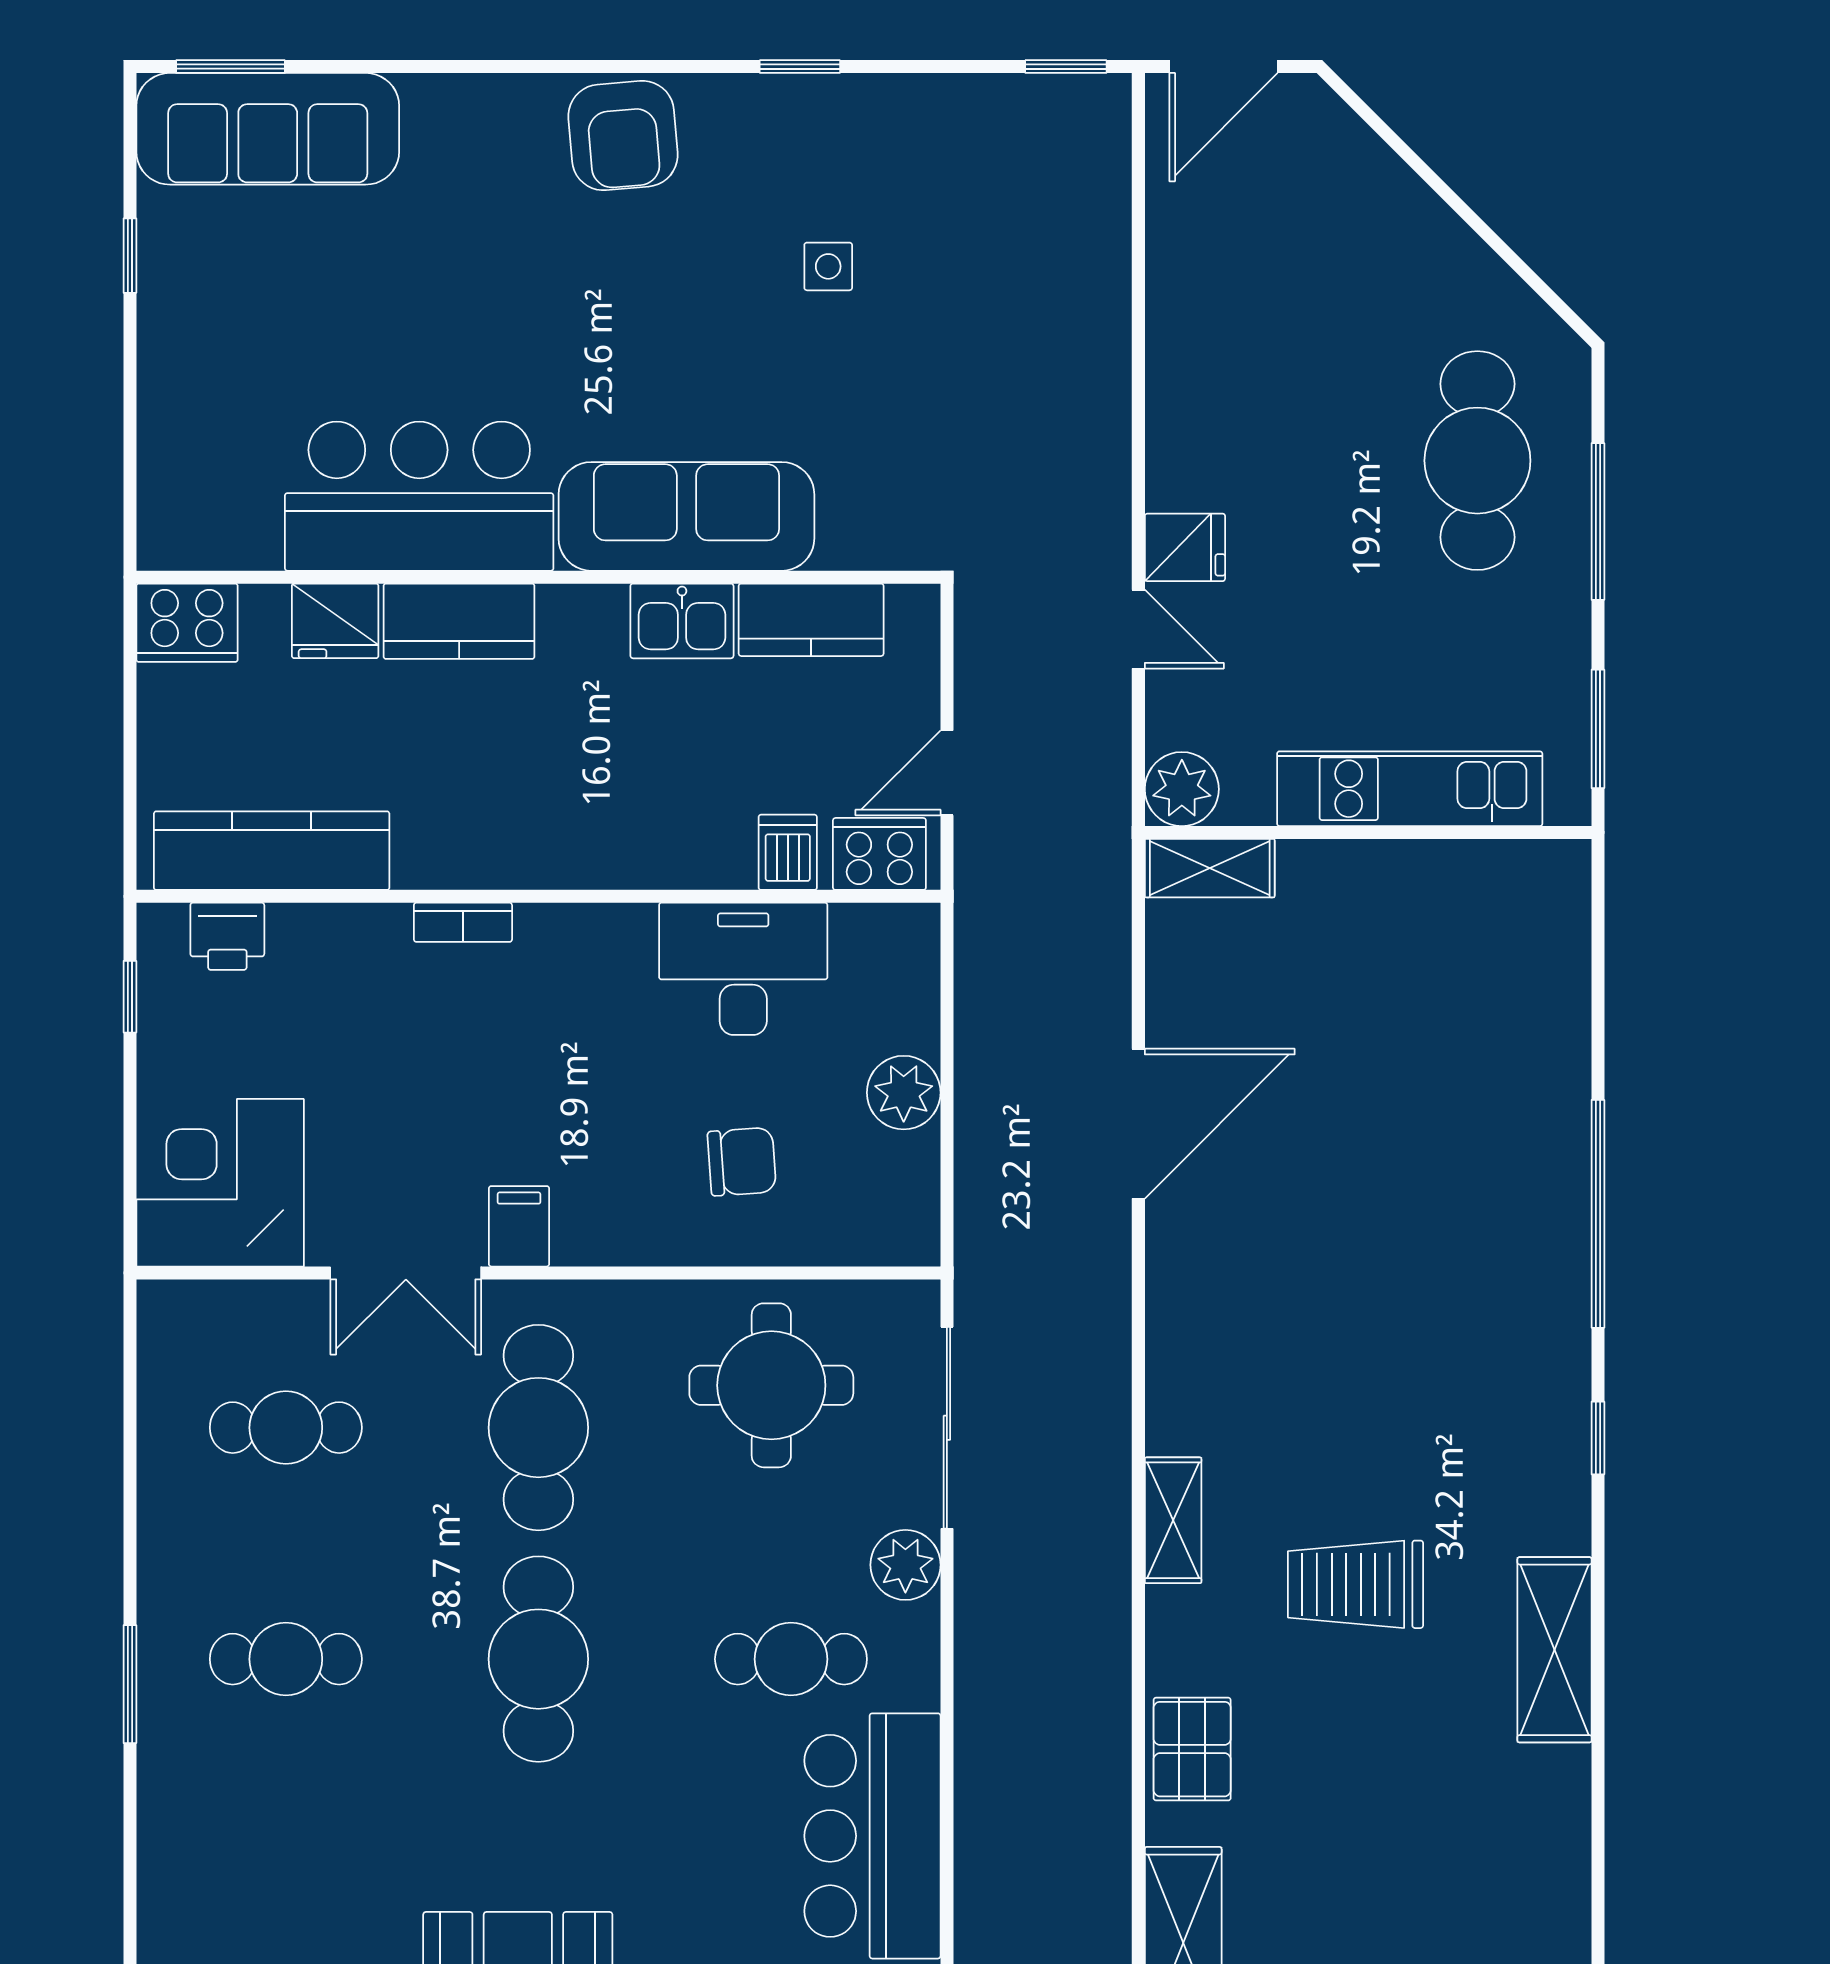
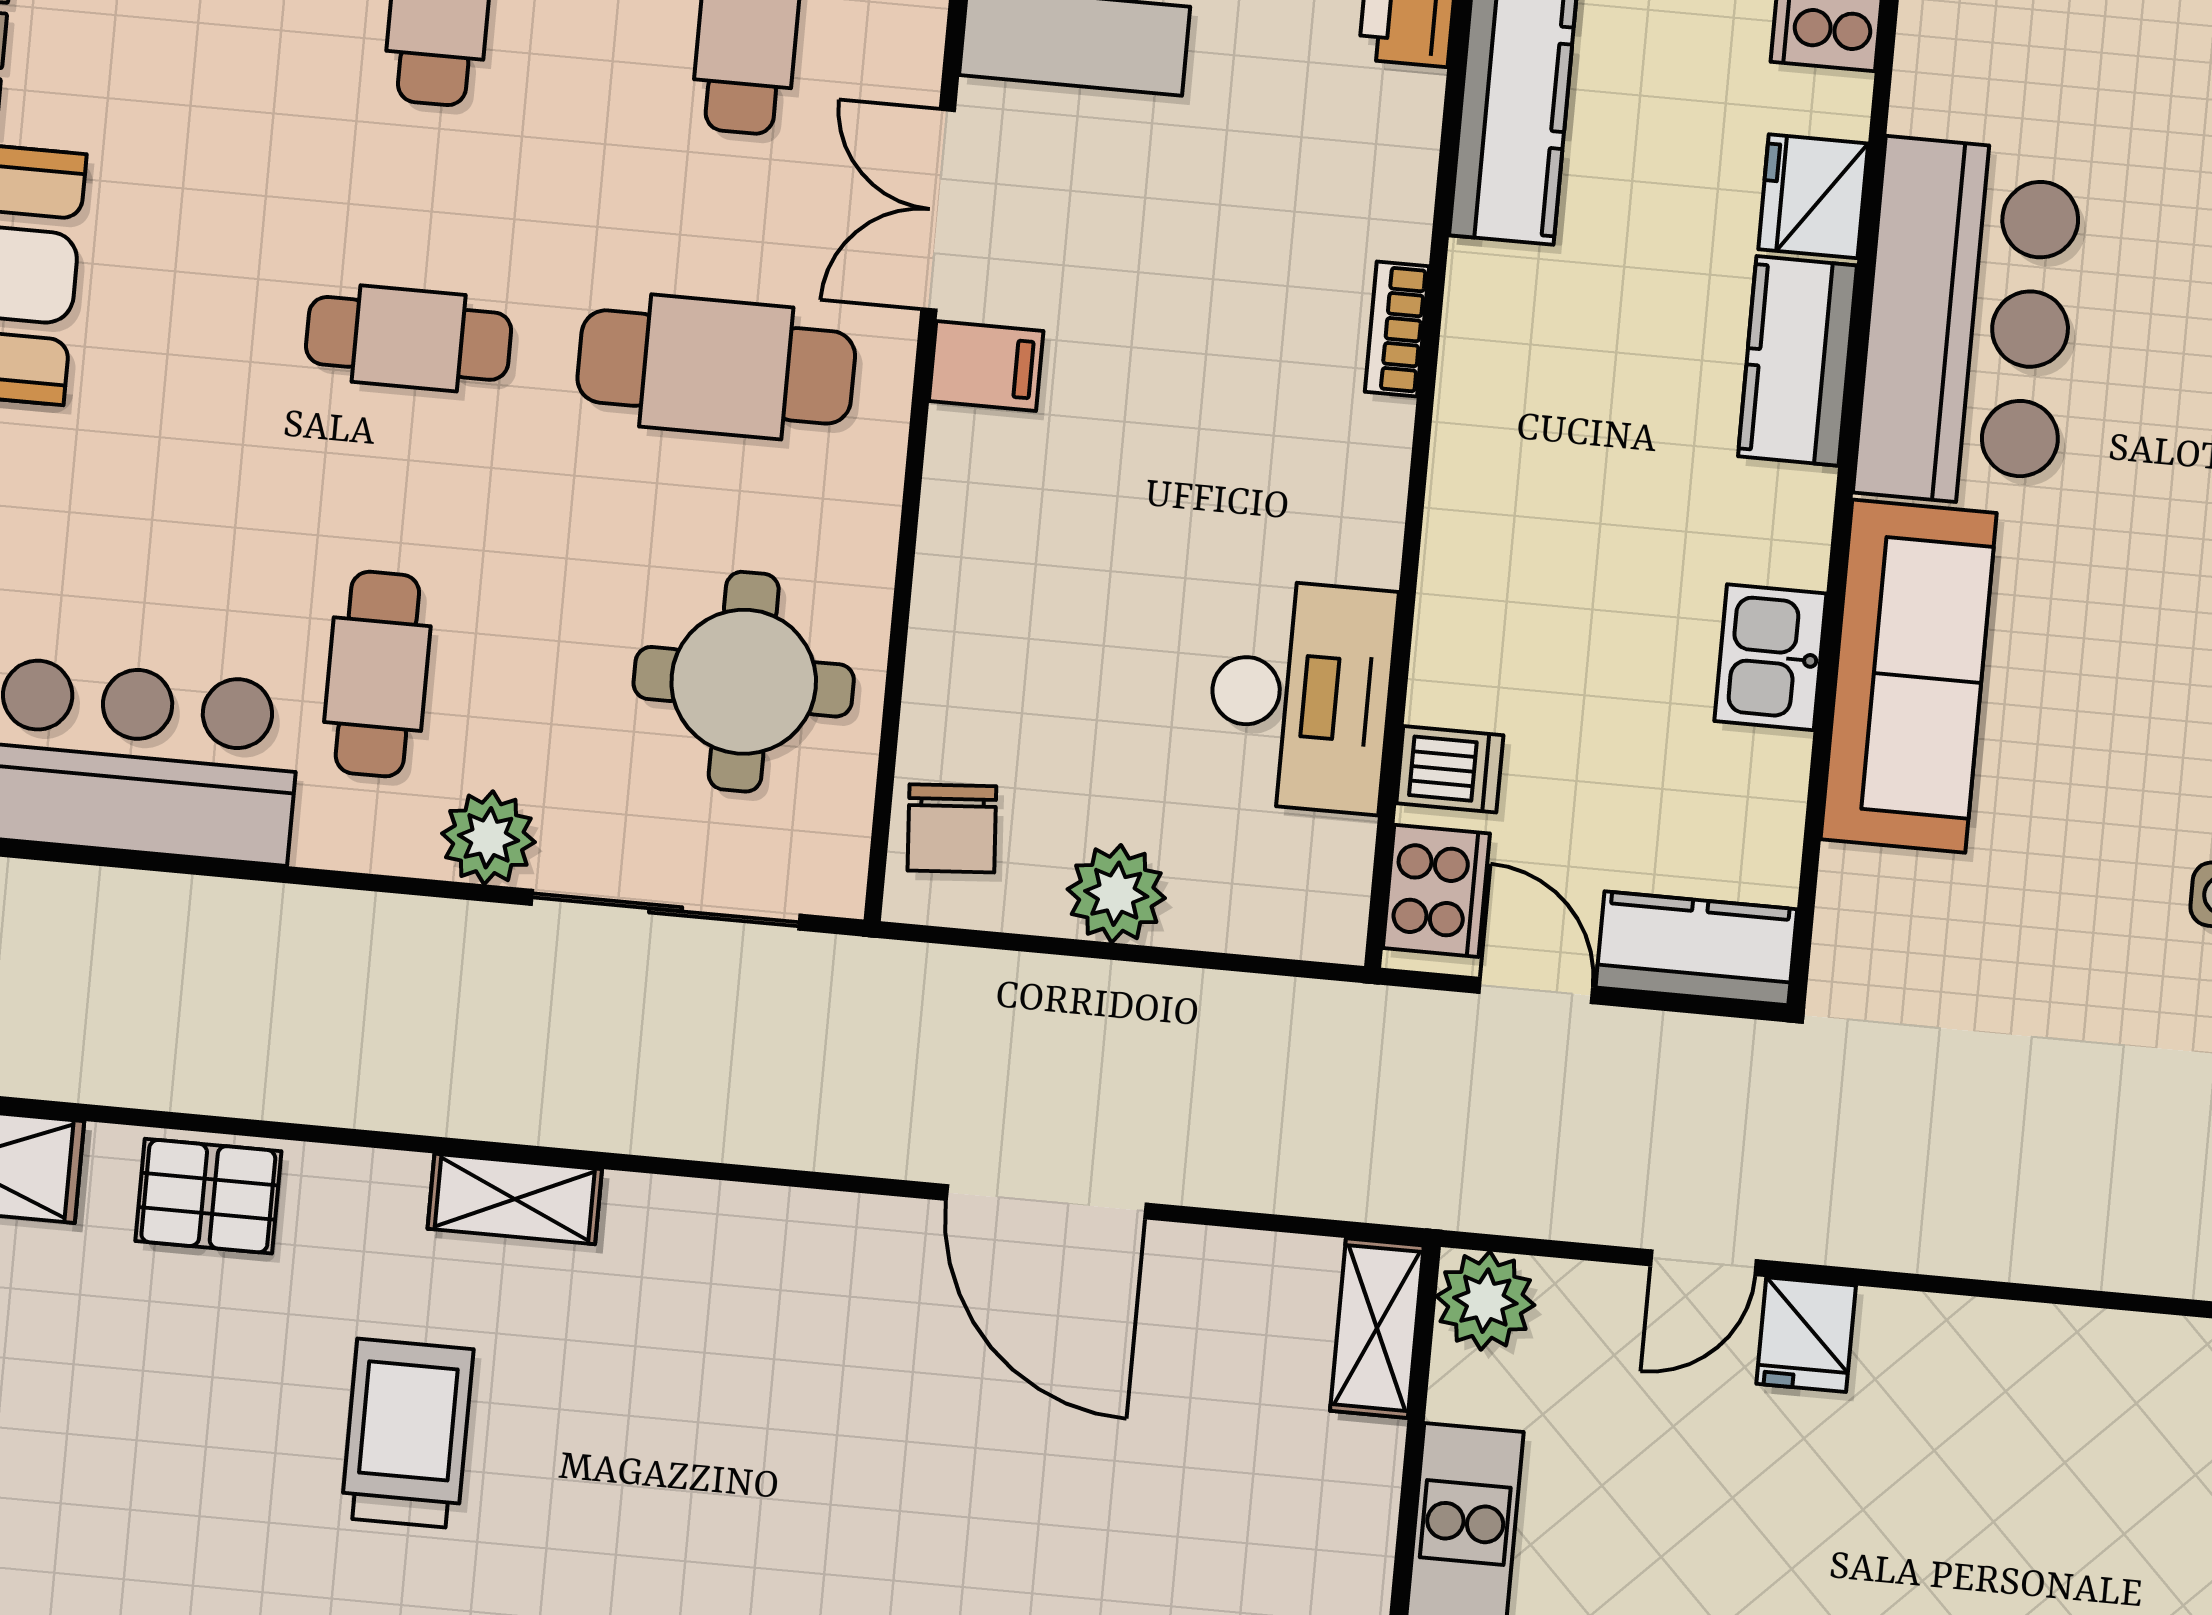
kitchen counter: (811, 620) -> (1696, 948), moved, turned 90
chair: (742, 1162) -> (952, 828), moved
cafe table: (538, 1659) -> (409, 338), width x0.73, depth x0.74

